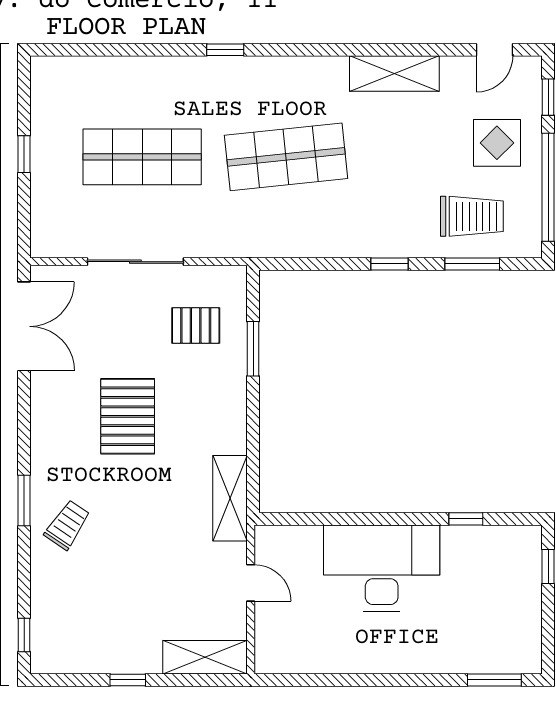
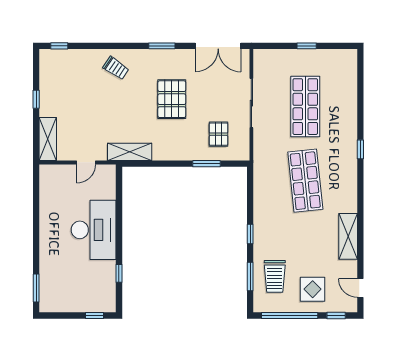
pallet: (128, 416) -> (172, 99), turned 90
window: (24, 501) -> (162, 46), moved

